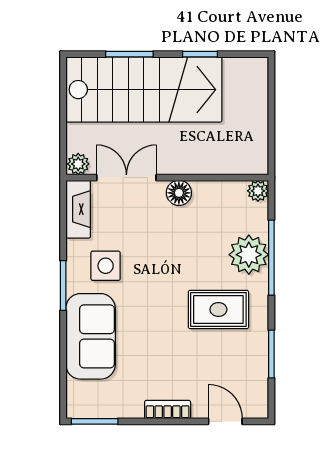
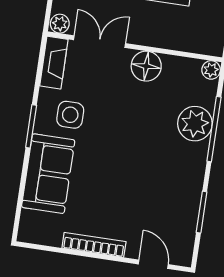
floor lamp: (179, 193) -> (146, 66), width x1.38, depth x1.38
rug: (218, 309) -> (162, 167), removed
bookcase: (168, 409) -> (94, 245), width x1.56
window: (95, 421) -> (41, 247), removed

